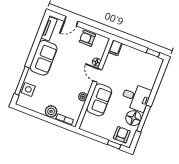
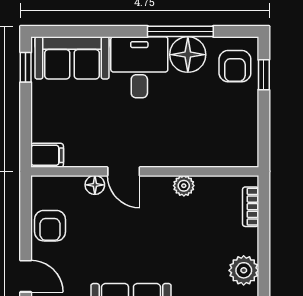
door: (97, 75) -> (124, 171), hinge flipped
sofa: (99, 100) -> (72, 58), moved, turned 180
plant: (51, 111) -> (244, 270), moved
armchair: (122, 135) -> (235, 66), turned -90

